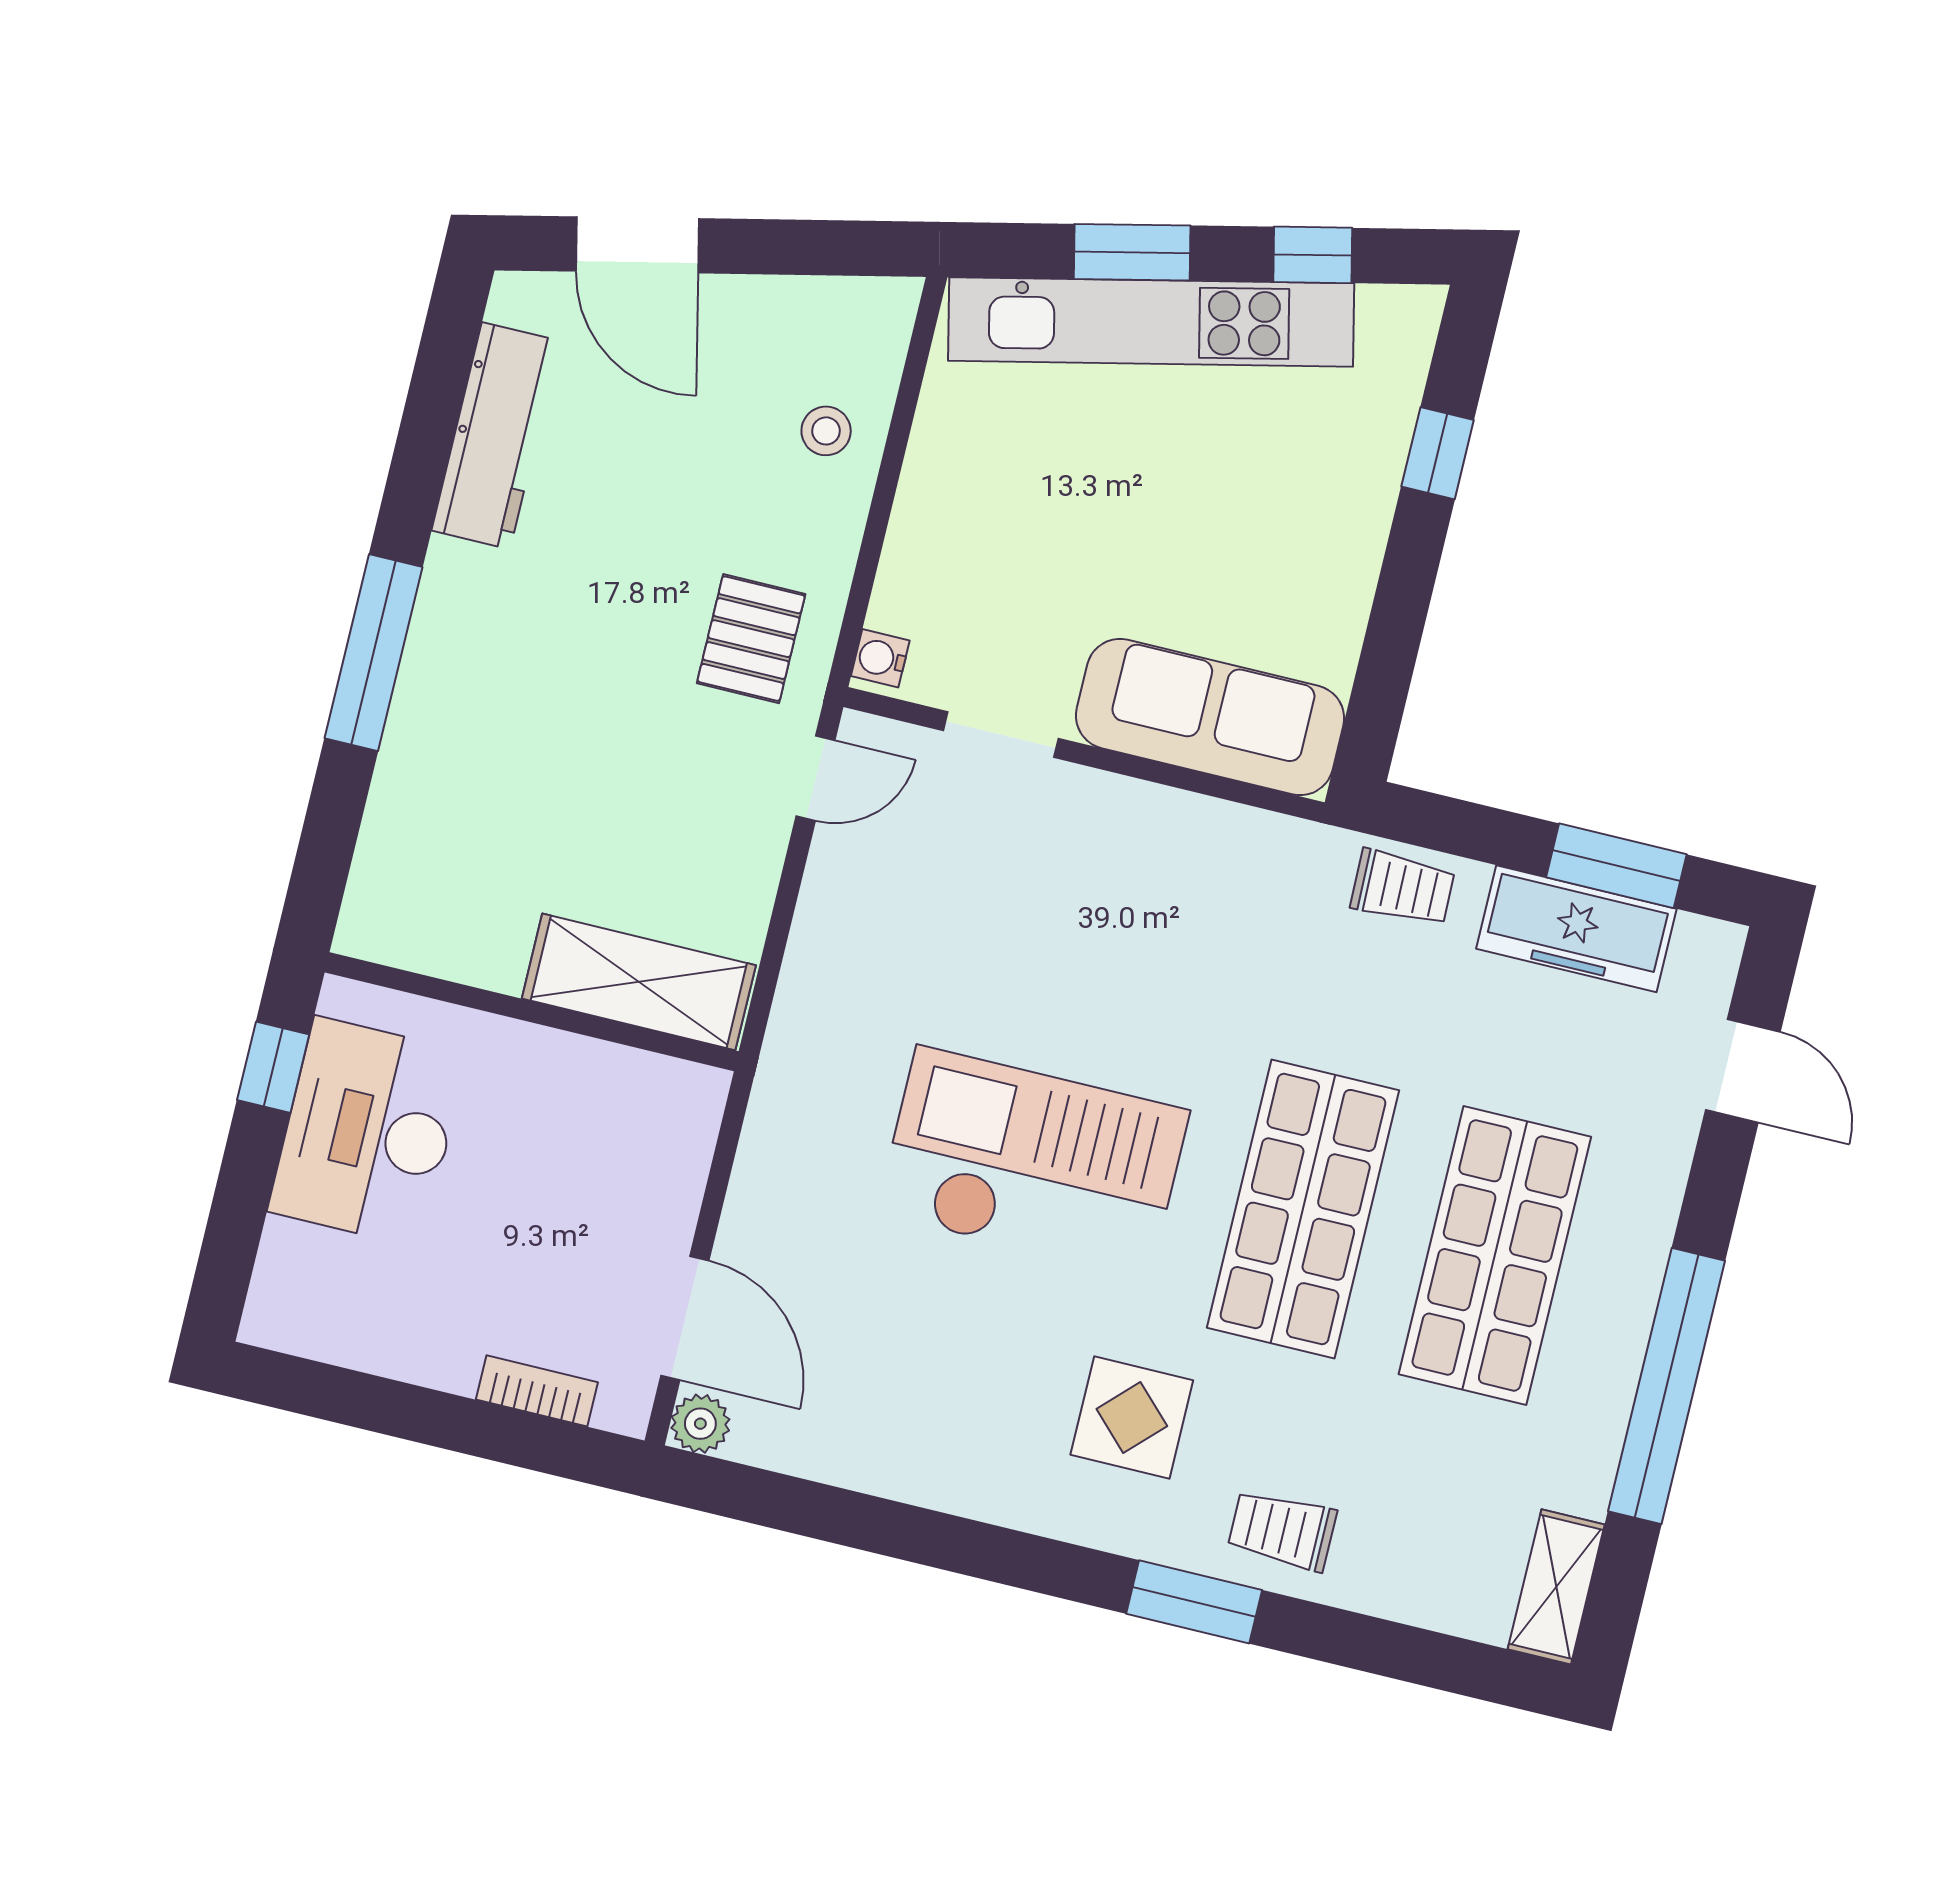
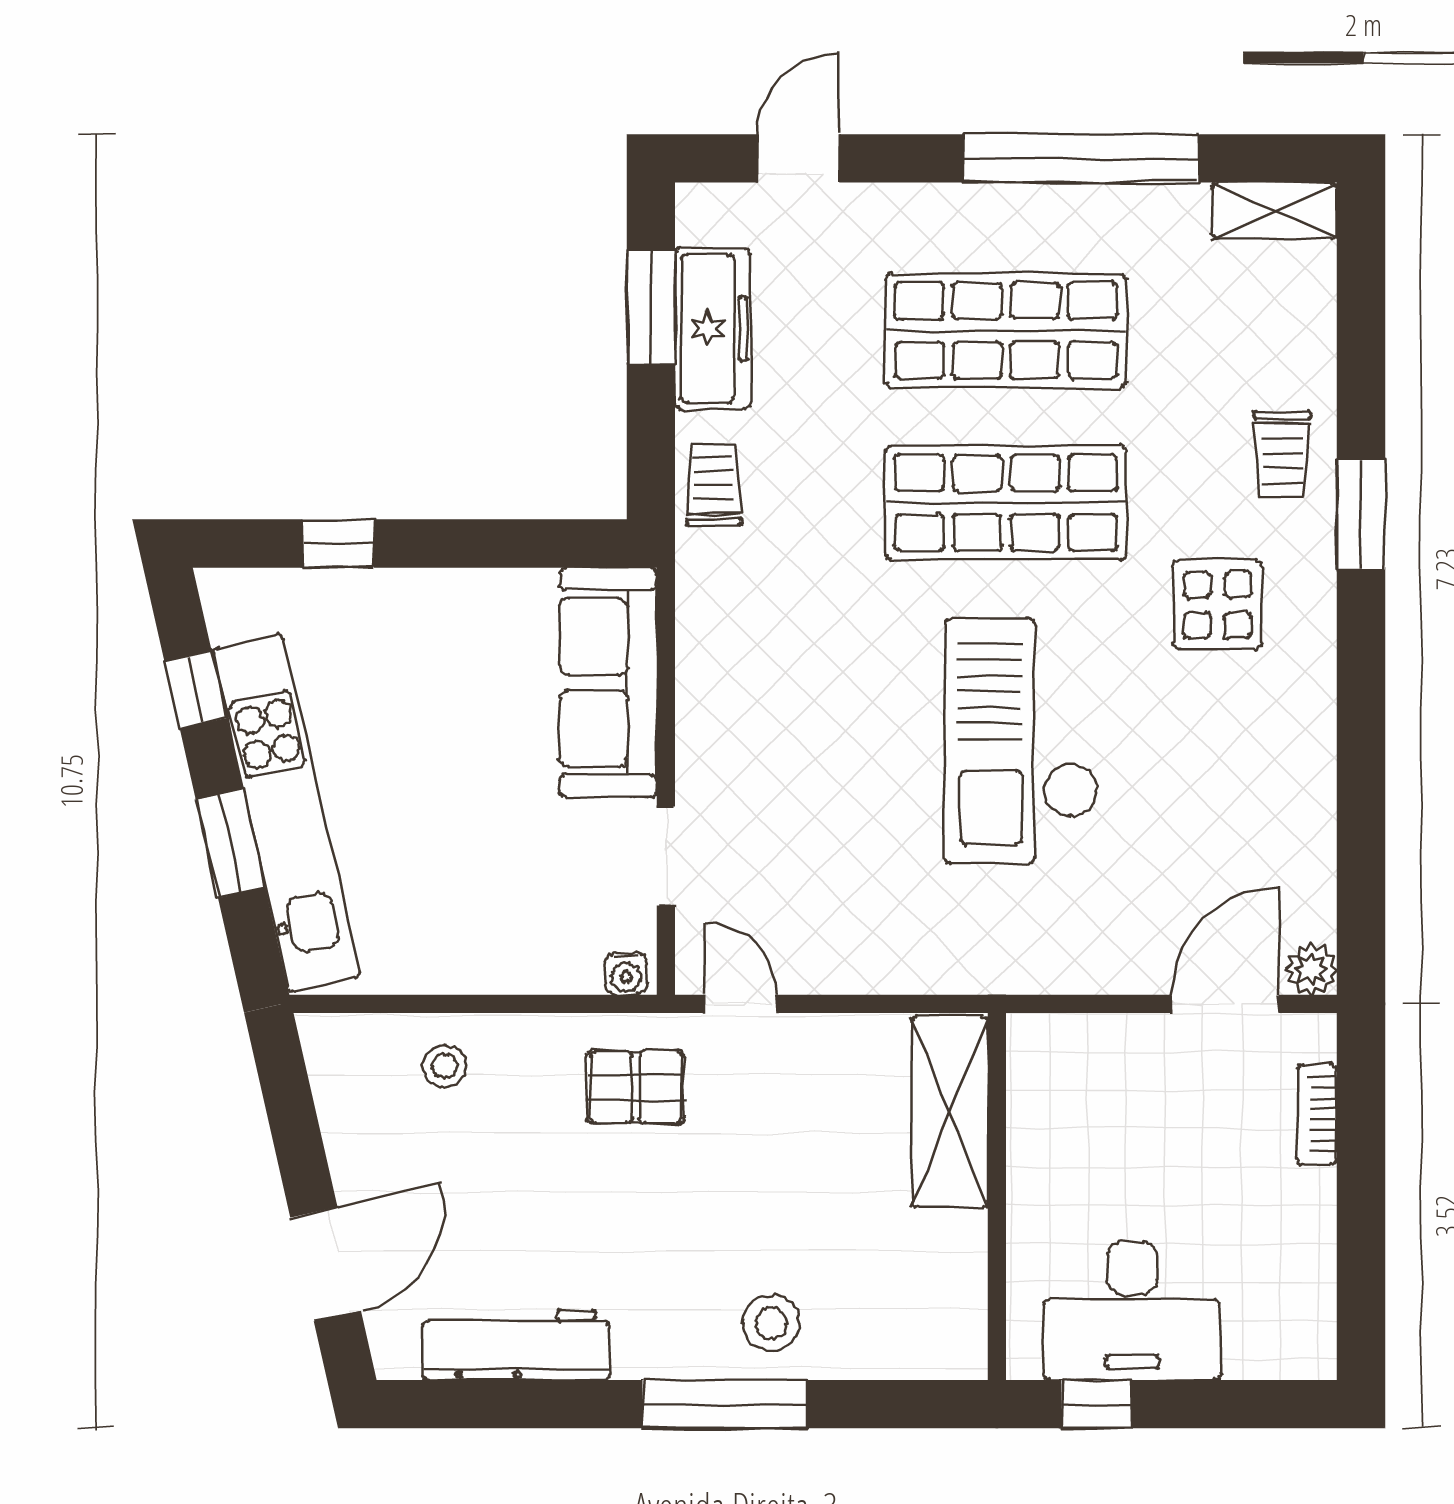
stool: (451, 726) -> (771, 1323), added

